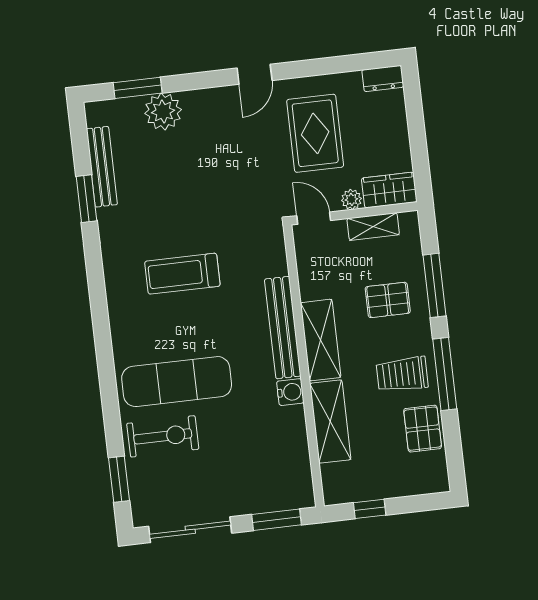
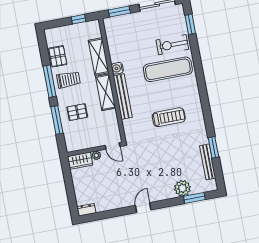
rug: (315, 133) -> (115, 183), removed
shelving: (373, 226) -> (86, 144), removed

